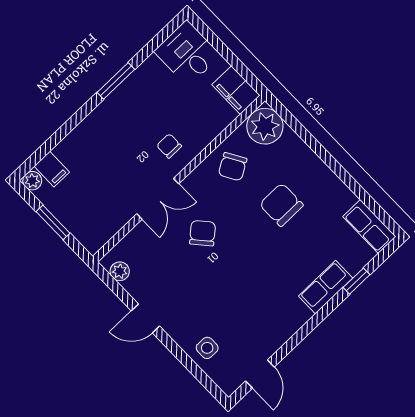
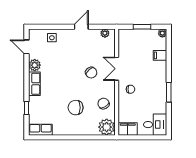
filing cabinet: (52, 169) -> (160, 55), moved
chair: (281, 205) -> (76, 108), turned 180
row of seats: (326, 287) -> (34, 84), moved
plant: (277, 334) -> (35, 65), added

